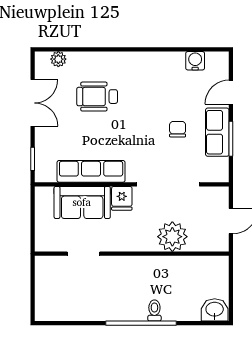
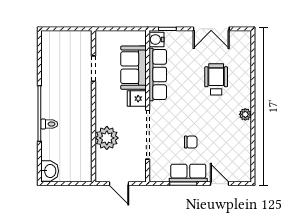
plant: (58, 59) -> (245, 114), moved
water cooler: (195, 61) -> (156, 39), moved, turned 180

